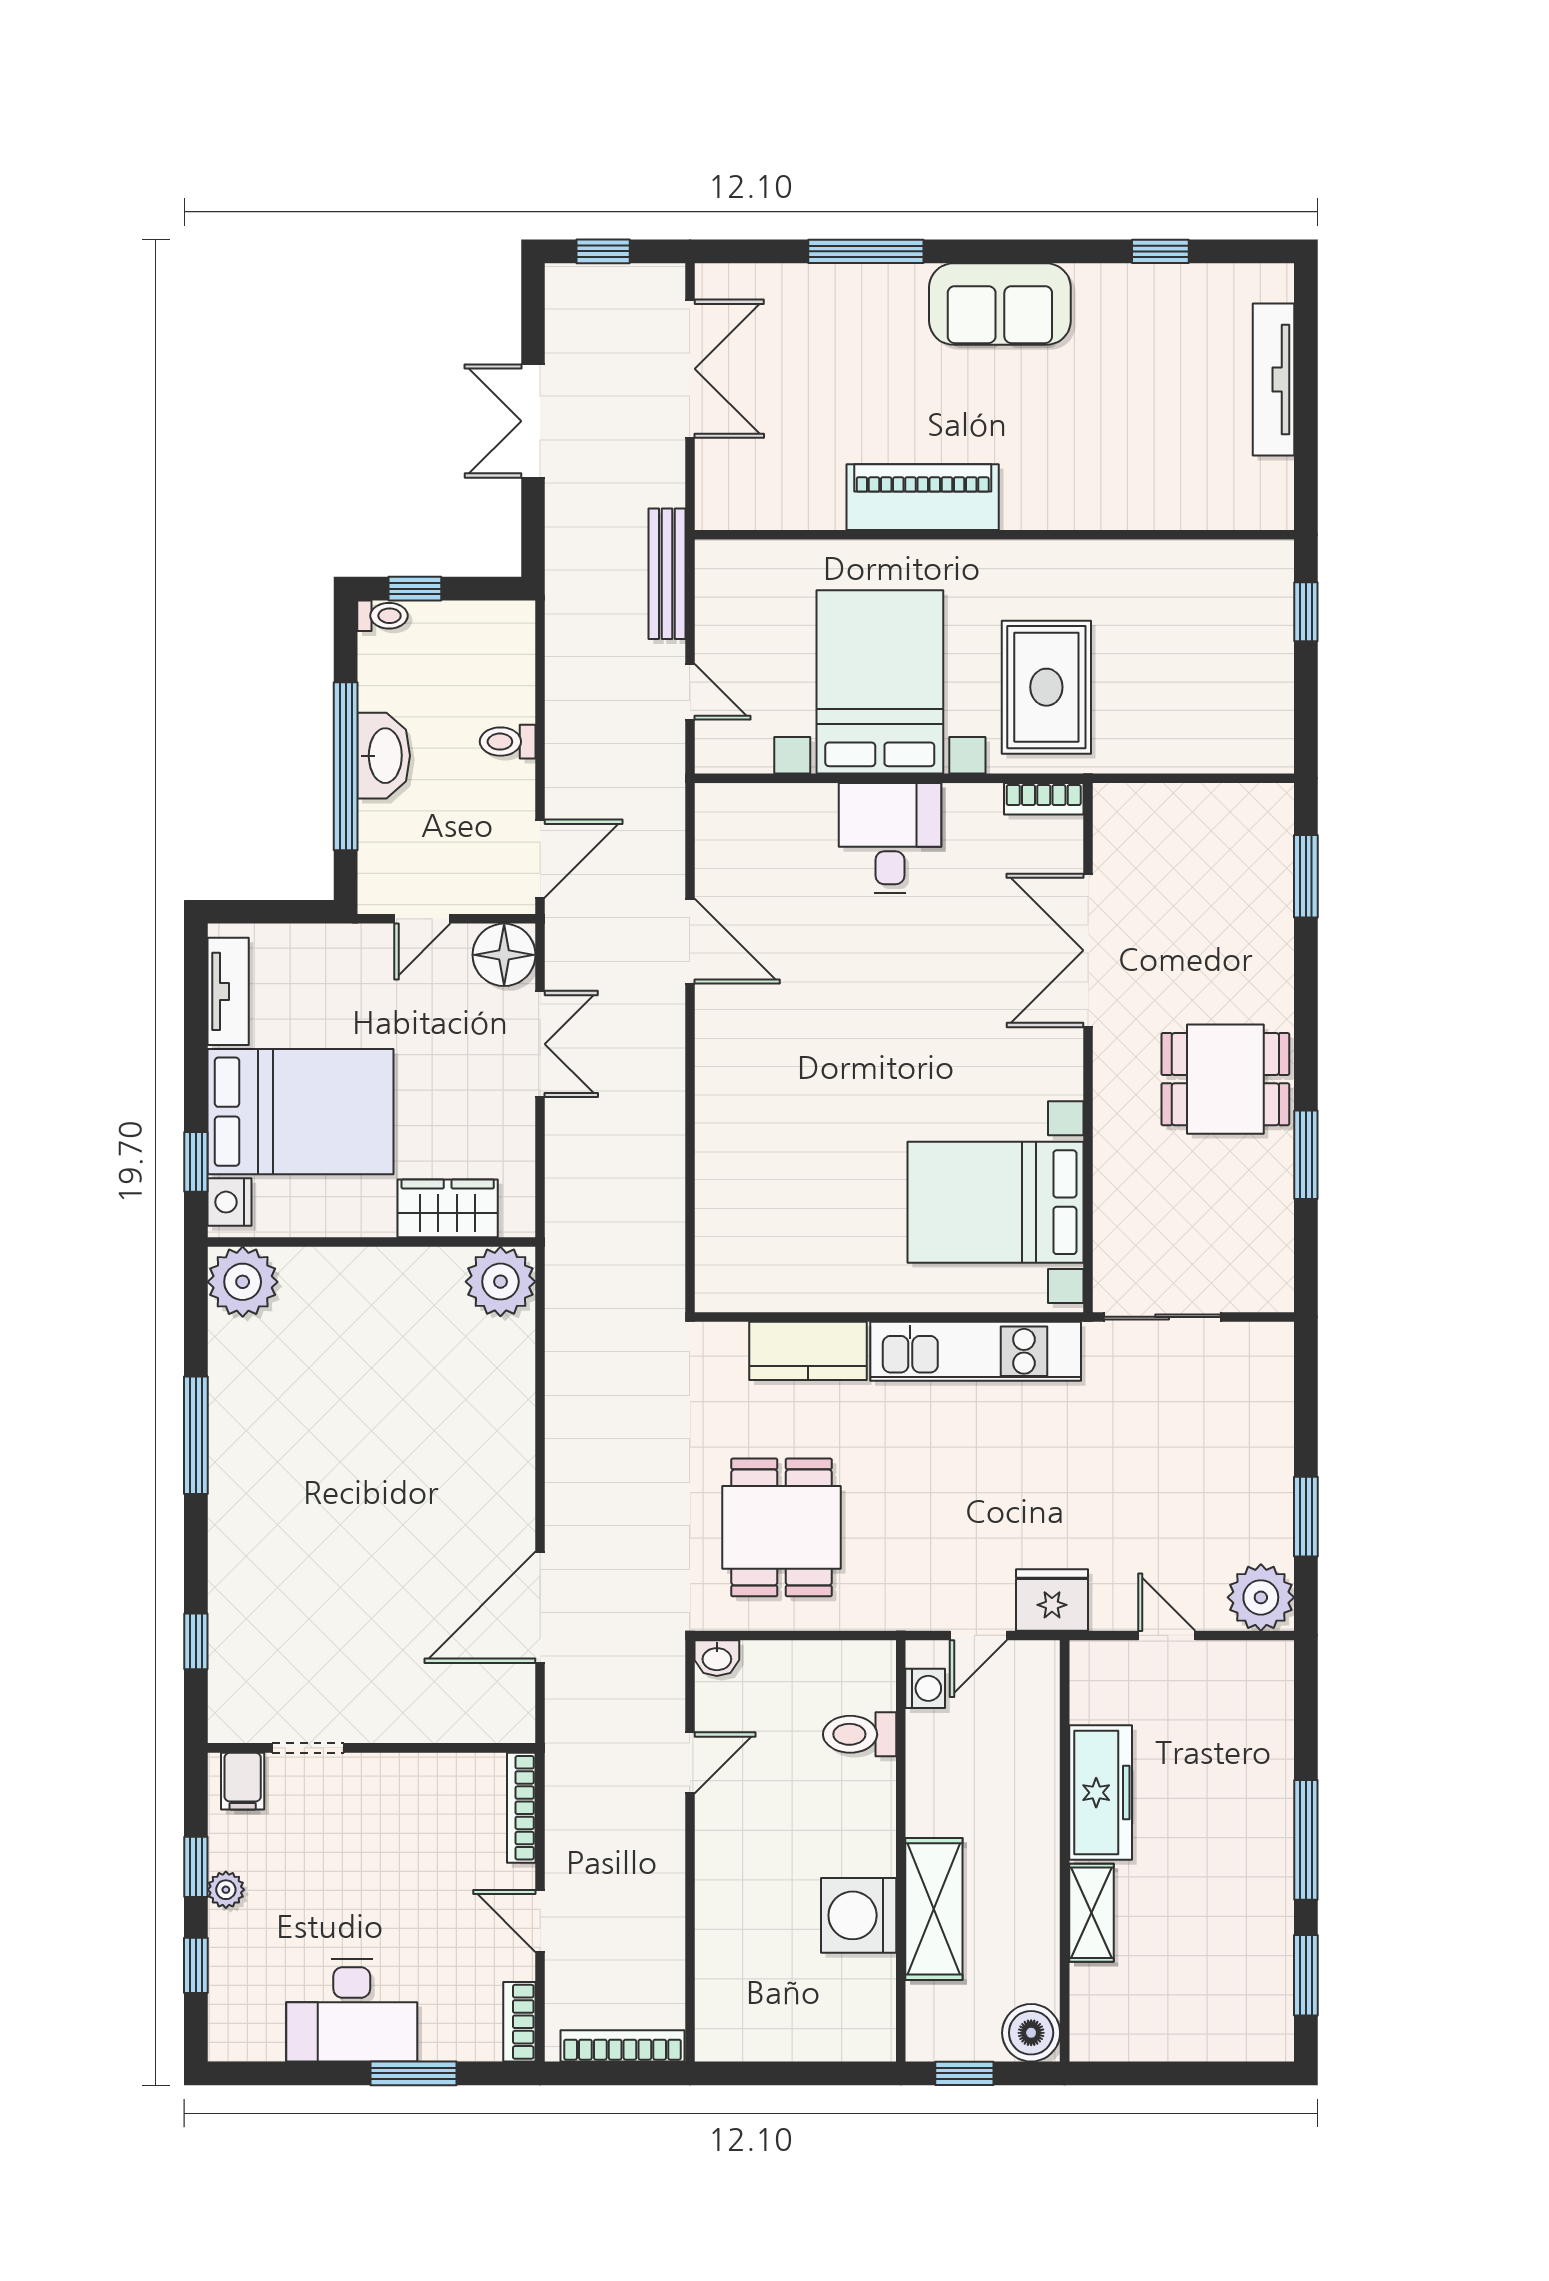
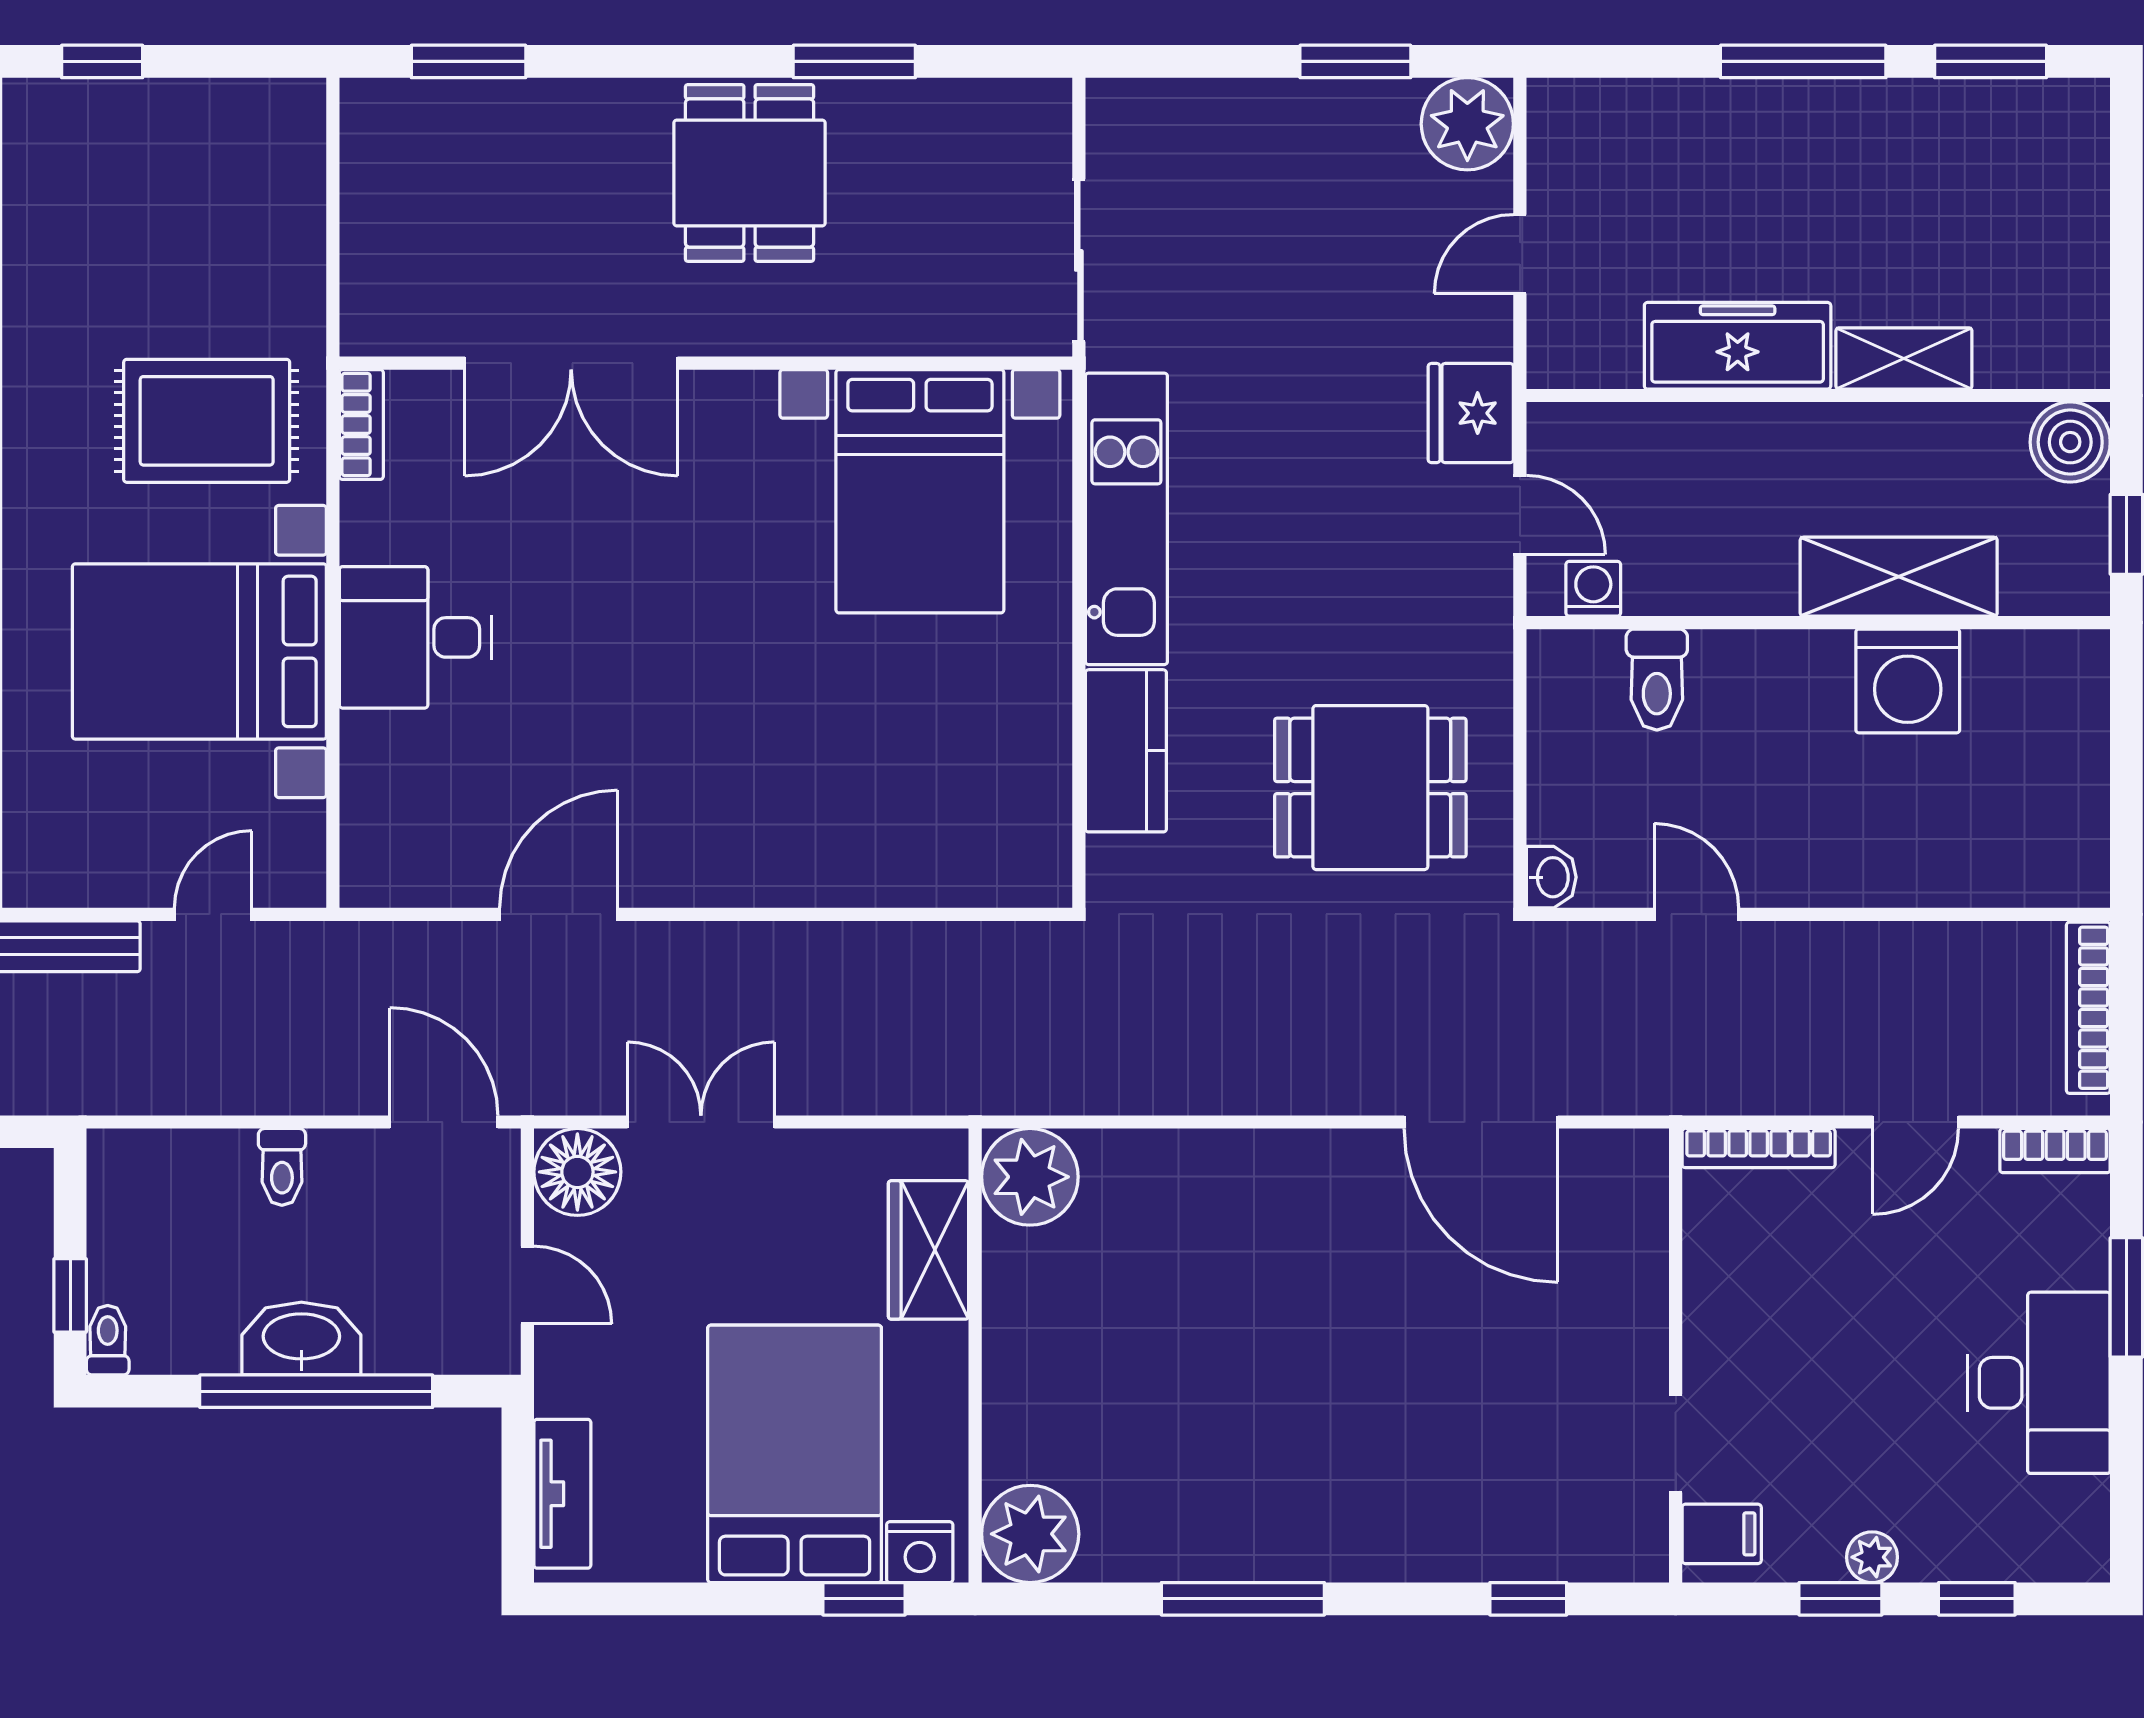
tv unit: (228, 991) -> (562, 1494), moved, turned 90

